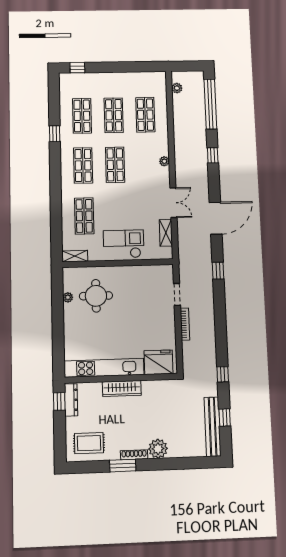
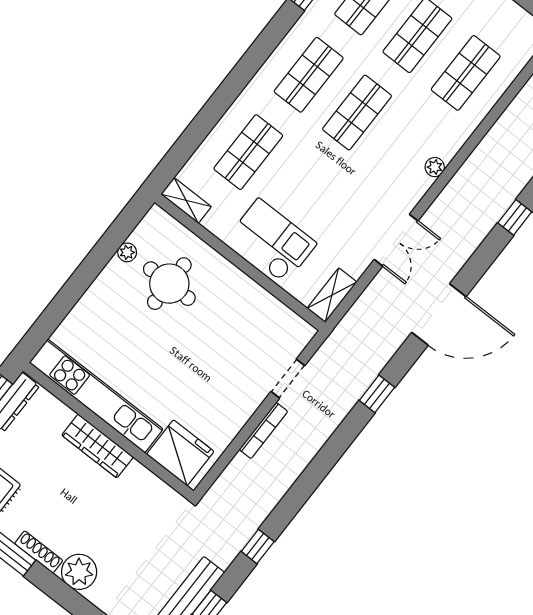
shelving: (166, 233) -> (332, 295), moved

